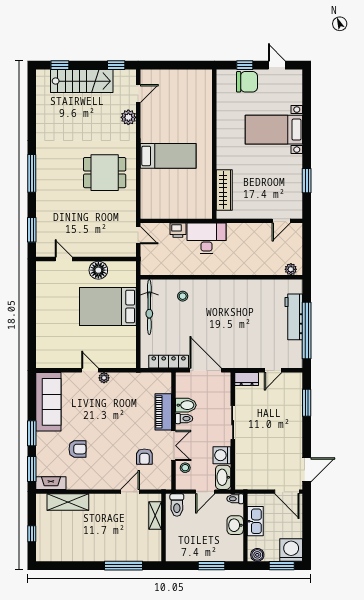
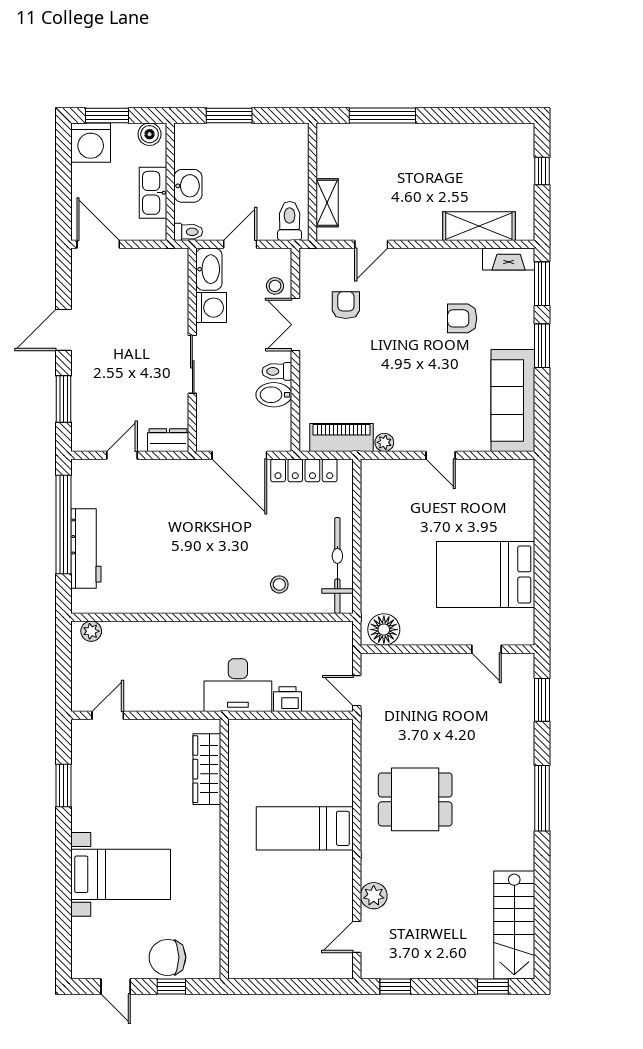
stairs: (82, 81) -> (514, 925), moved, turned -90
floor lamp: (98, 270) -> (384, 630), moved
bed: (108, 306) -> (486, 574), moved, turned 180
plant: (104, 378) -> (384, 442), moved
piano: (163, 412) -> (341, 437), moved, turned -90
door: (307, 470) -> (63, 330), moved

